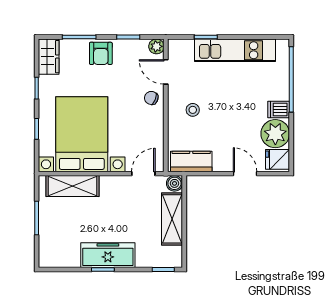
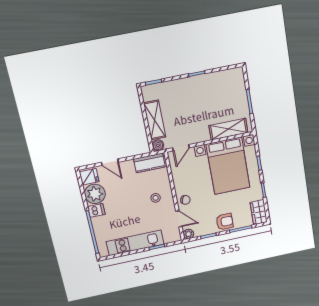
armchair: (101, 53) -> (225, 222), turned 90
freezer: (108, 255) -> (195, 85), removed

